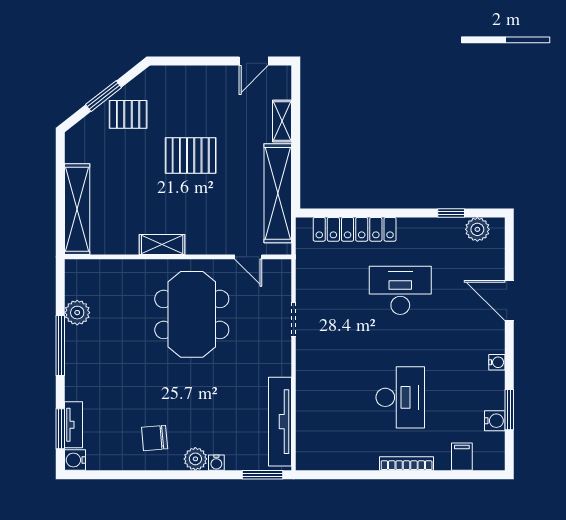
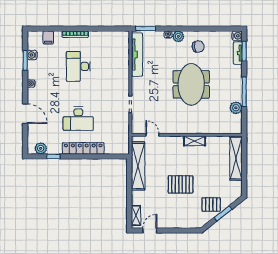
shelving: (282, 121) -> (136, 215), moved
locker: (355, 229) -> (83, 148), moved
meeting table: (192, 314) -> (191, 84), moved

